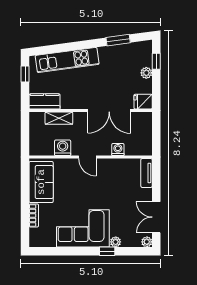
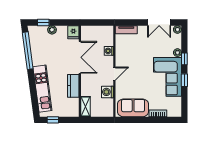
window: (118, 40) -> (28, 51), width x2.11
kitchen counter: (45, 101) -> (73, 86), moved
shelving: (59, 118) -> (86, 107), moved
window: (78, 251) -> (184, 80), added

